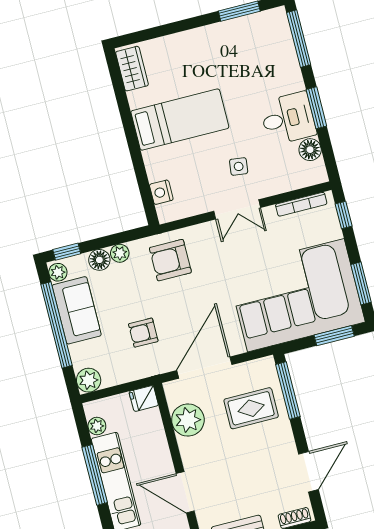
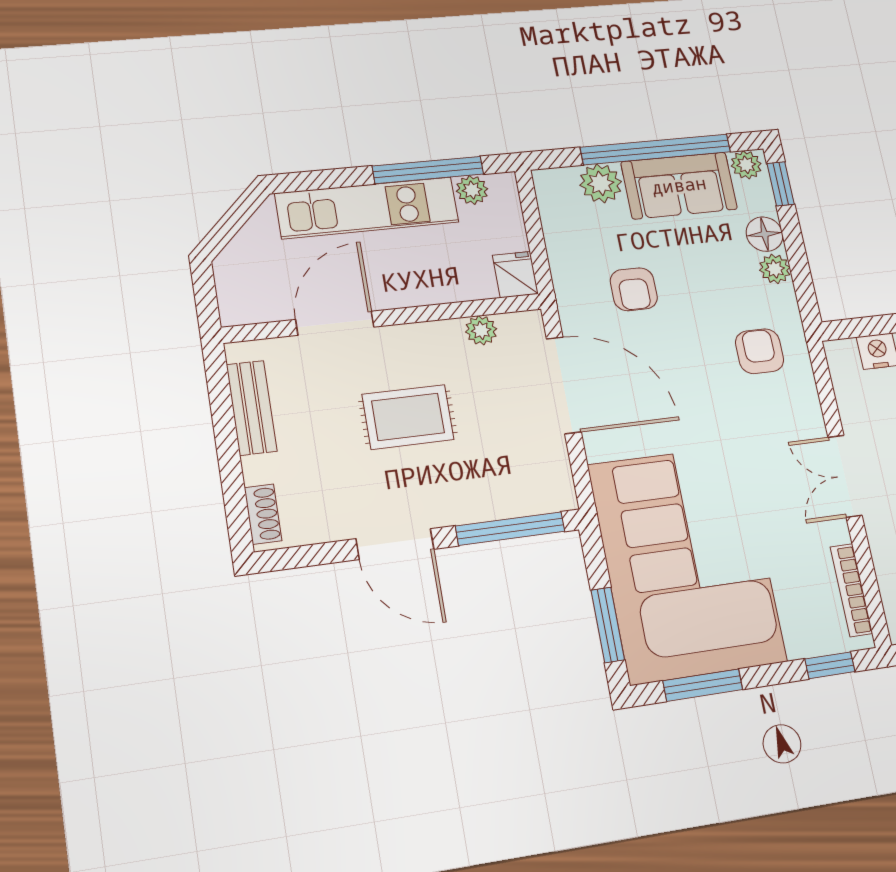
armchair: (170, 260) -> (759, 351), width x0.72, depth x0.72
armchair: (143, 333) -> (634, 289), turned 180
plant: (89, 380) -> (601, 183), moved
rug: (251, 408) -> (408, 417), moved, turned 90
plant: (188, 420) -> (481, 330), width x0.53, depth x0.53
door: (308, 472) -> (395, 544), moved
window: (95, 475) -> (428, 170), moved

